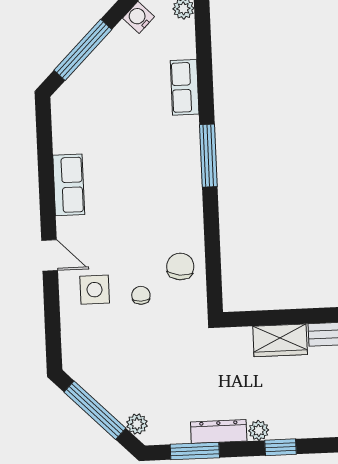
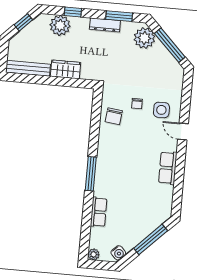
plant: (137, 424) -> (144, 38), width x1.87, depth x1.87
plant: (259, 430) -> (60, 25), moved, width x1.88, depth x1.88

